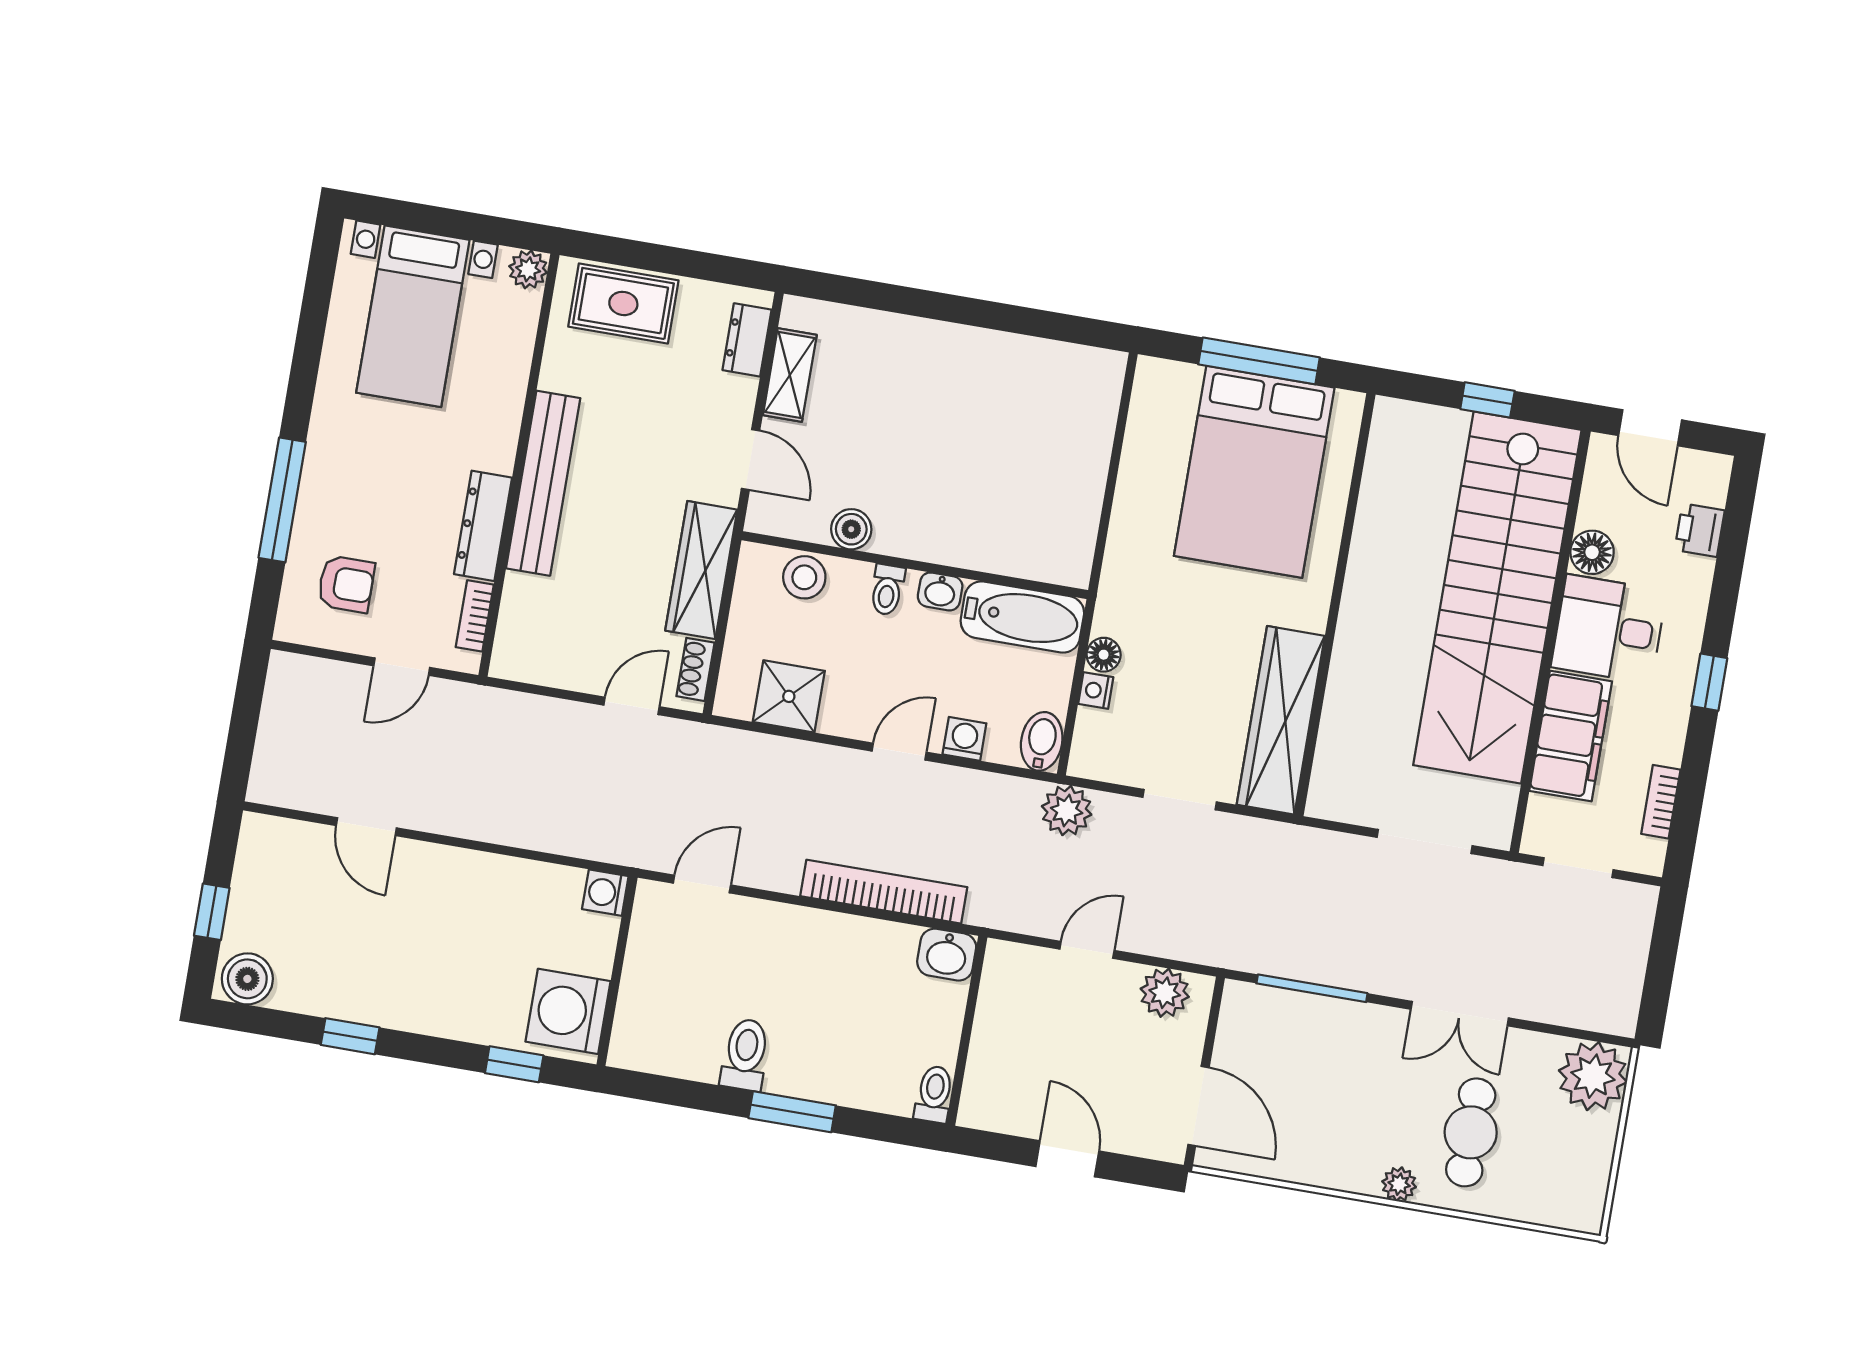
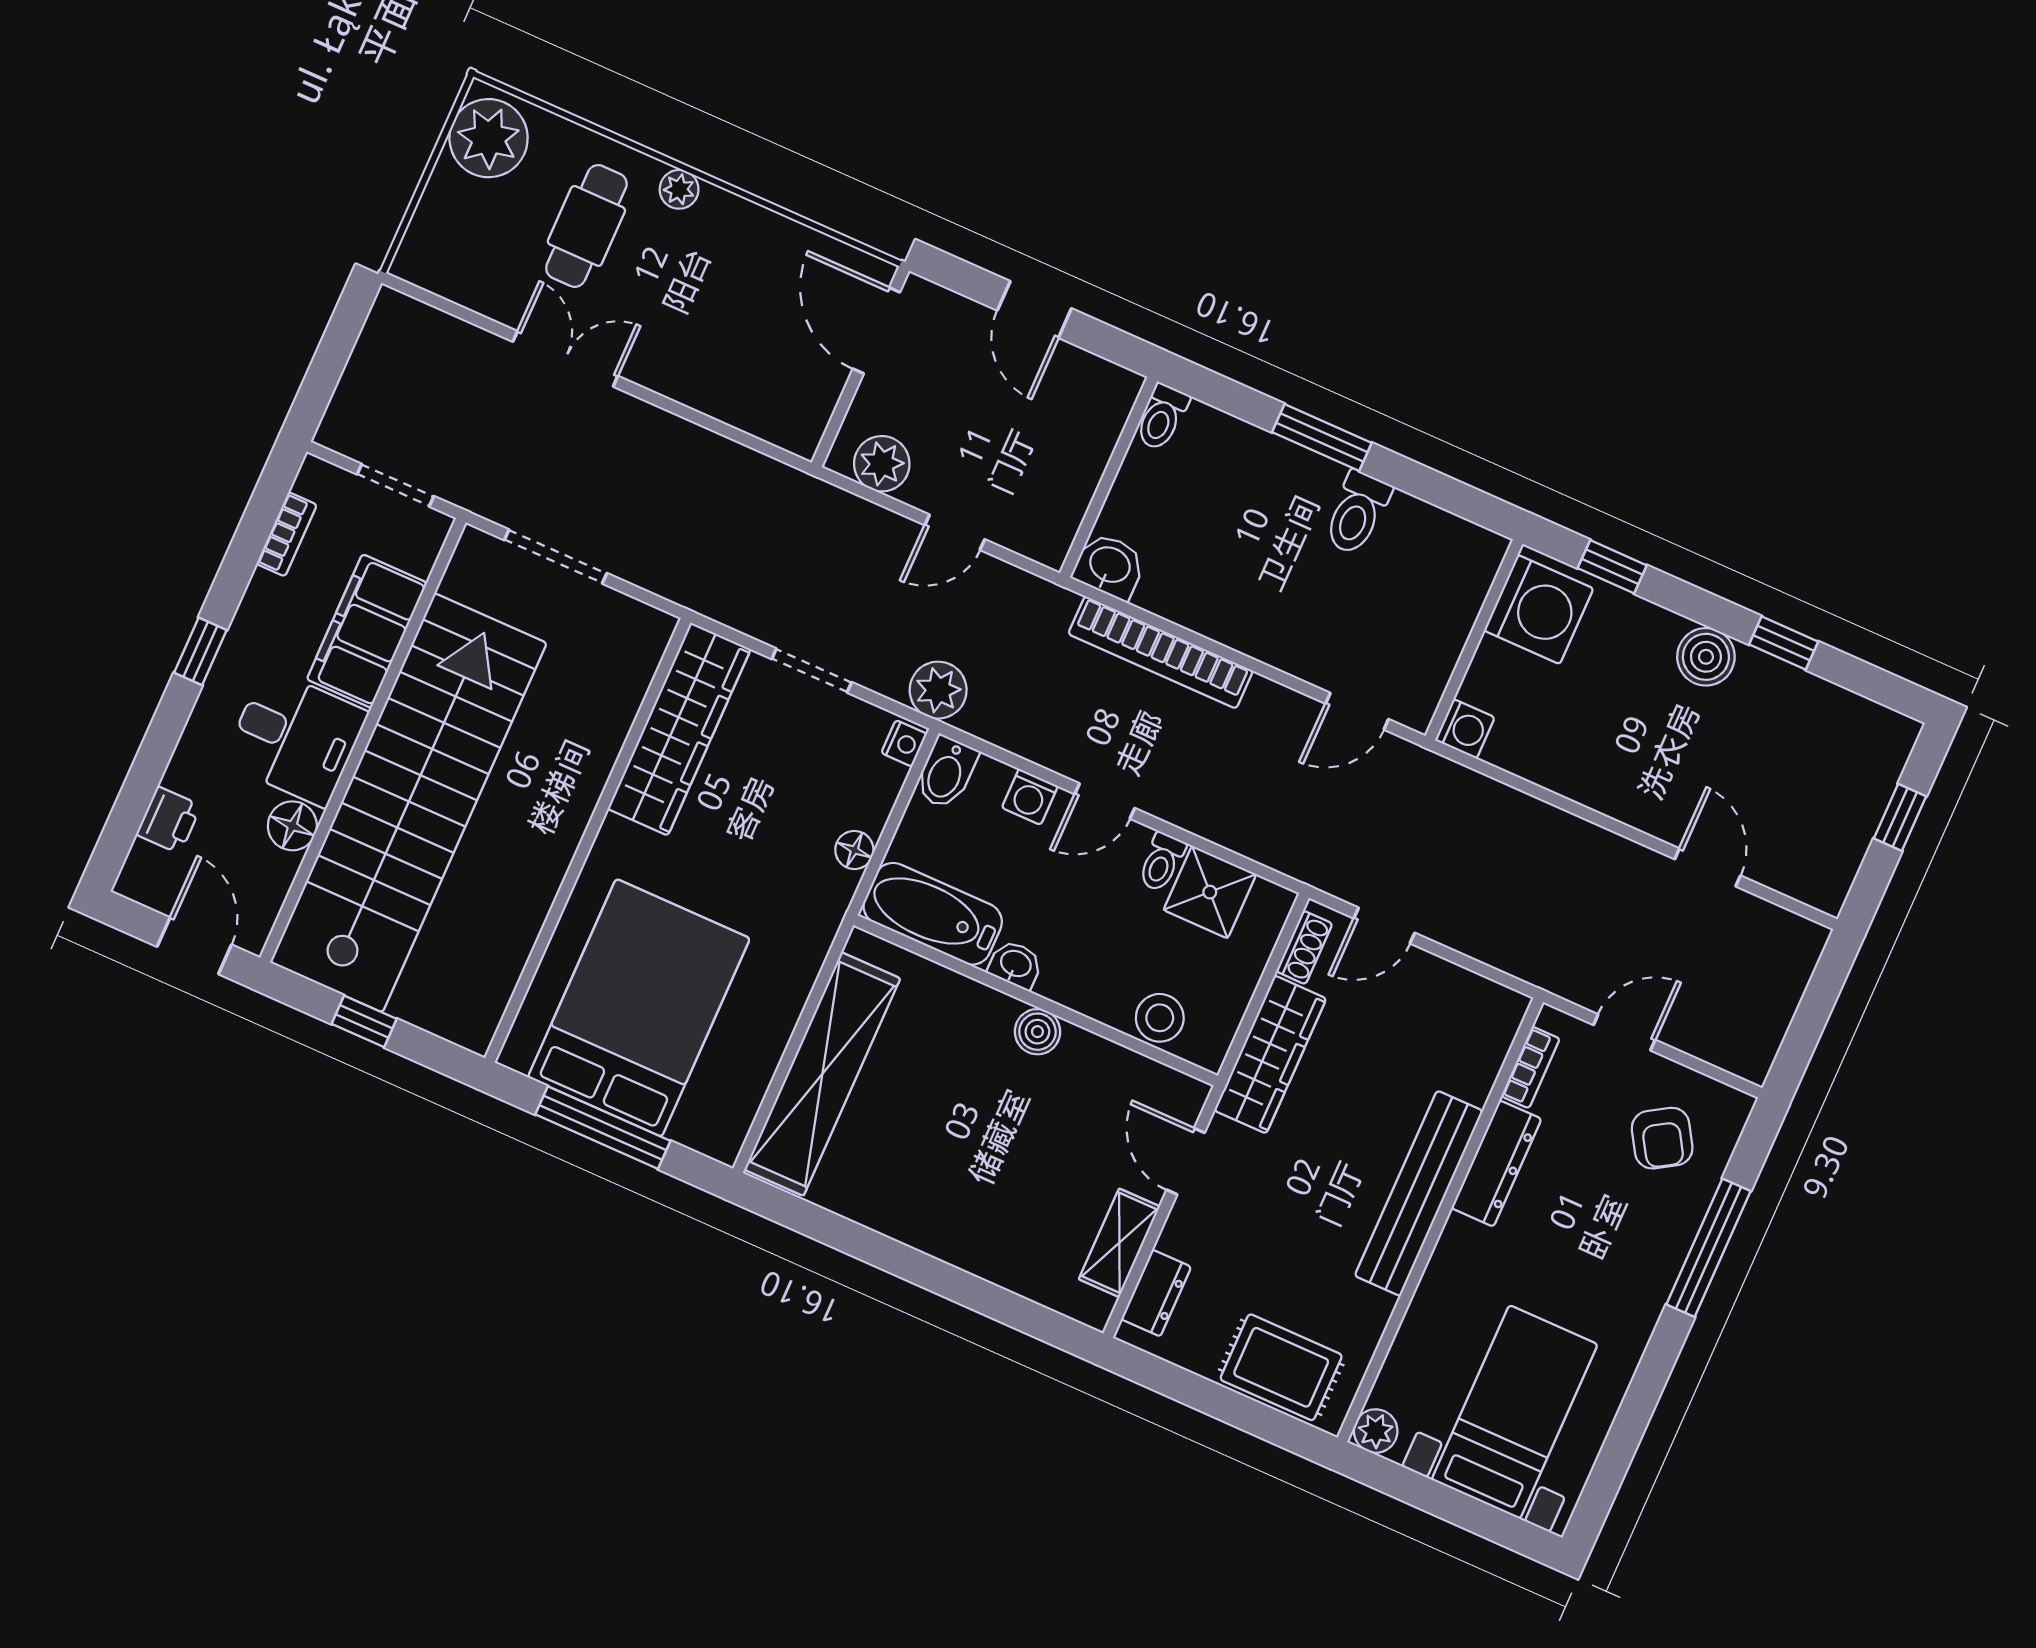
shelving: (1082, 455) -> (822, 1074), added
boiler: (851, 529) -> (1037, 1032), moved
armchair: (346, 584) -> (1662, 1138), turned -122
toilet: (887, 590) -> (1162, 862), moved, turned 180
nightstand: (1096, 691) -> (904, 743), moved
boiler: (247, 979) -> (1706, 657), moved
window: (1312, 988) -> (720, 428), removed
plant: (1593, 1076) -> (489, 138), moved

